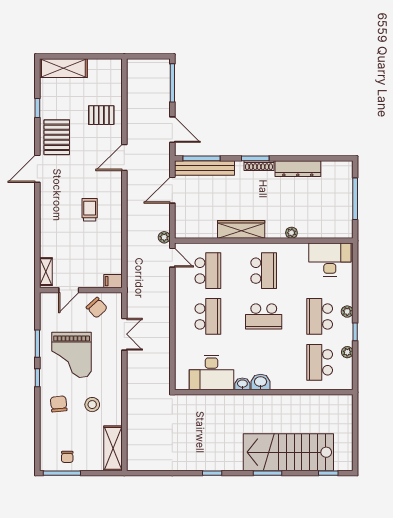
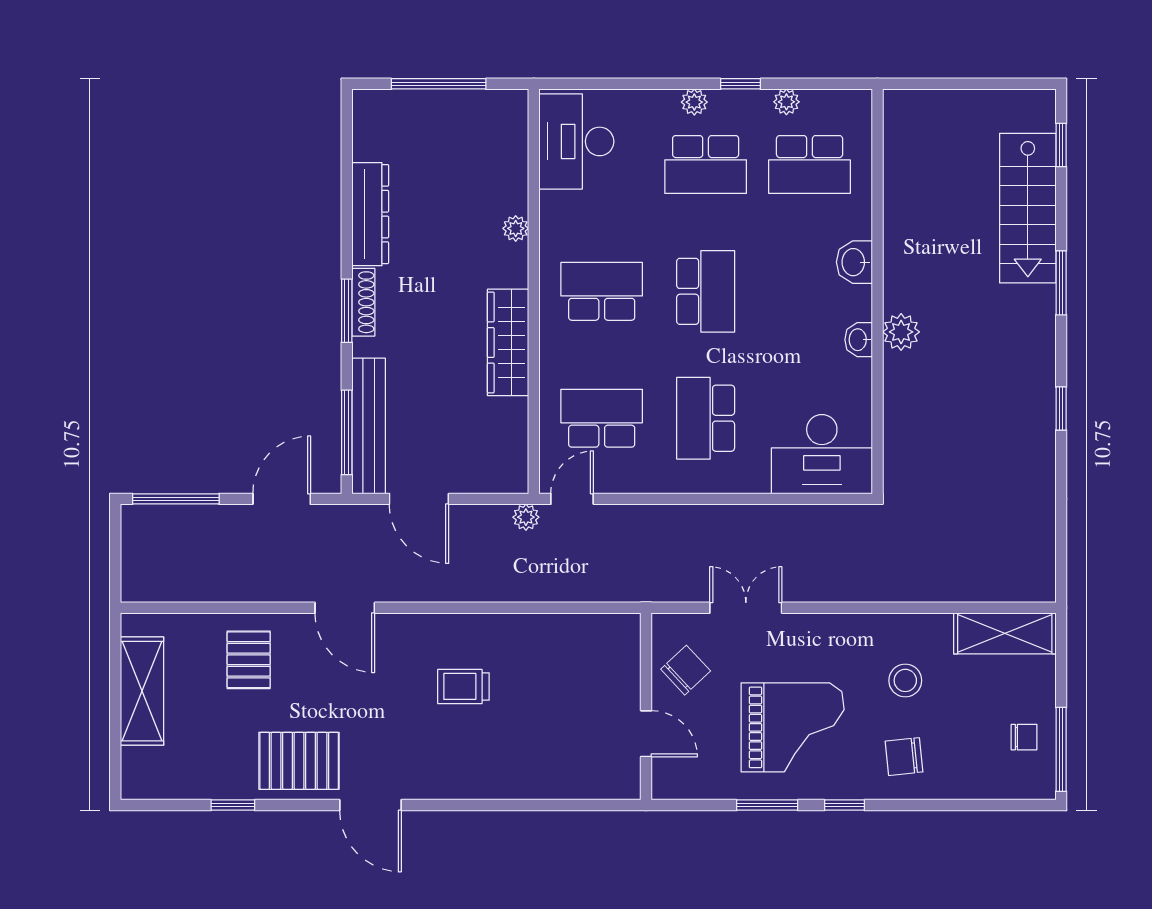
shelving: (63, 68) -> (142, 691), moved
shelving: (46, 272) -> (604, 786), removed
filing cabinet: (113, 281) -> (626, 633), removed
school desk: (208, 316) -> (706, 418), turned -90
desk: (212, 373) -> (822, 454), moved, turned 90
washbasin: (261, 382) -> (854, 262), moved
plant: (246, 403) -> (901, 332), added
stairs: (288, 452) -> (1028, 208), width x0.73, depth x0.66

